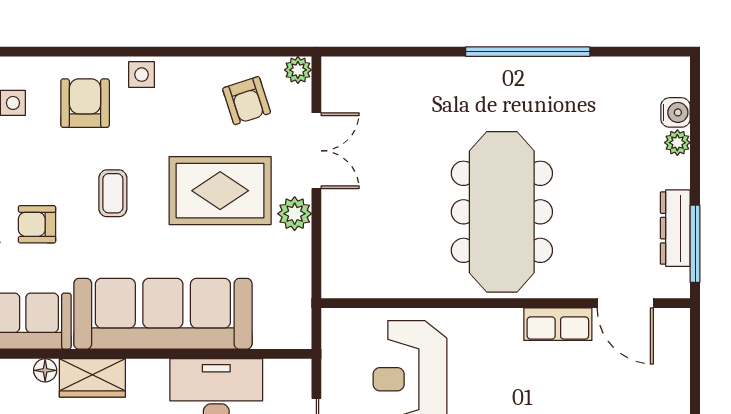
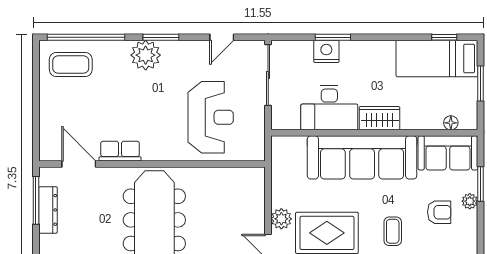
floor lamp: (45, 370) -> (451, 123), moved
wardrobe: (92, 378) -> (380, 118), moved

